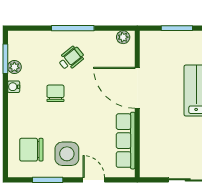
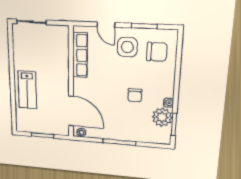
wheelchair: (71, 58) -> (121, 121), removed
plant: (14, 67) -> (162, 117), width x1.87, depth x1.87
door: (137, 88) -> (71, 111), moved

